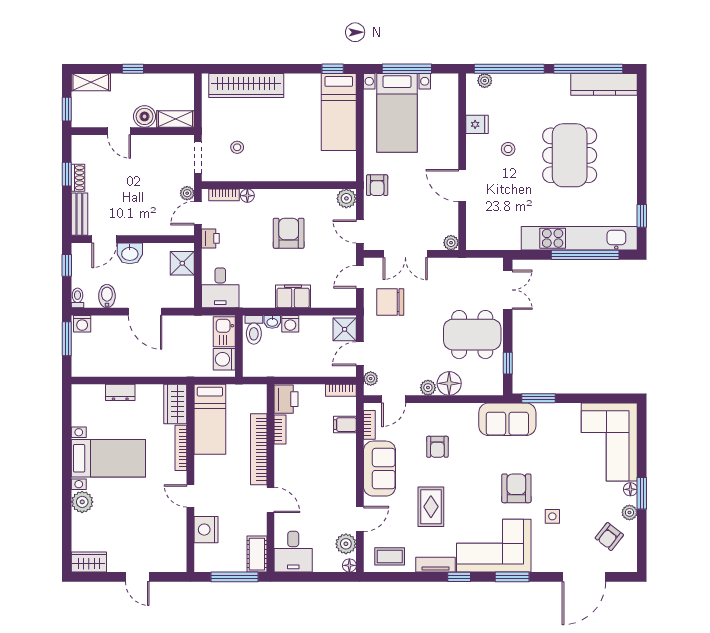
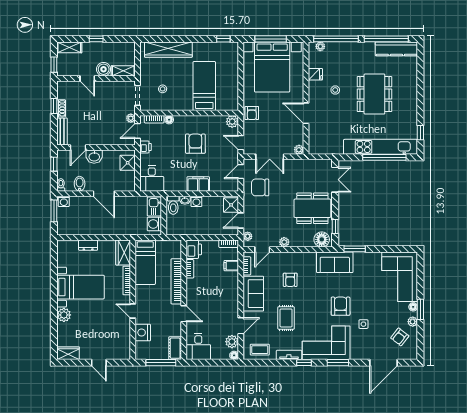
bed: (339, 112) -> (204, 86), moved, turned 180
bed with nightstands: (397, 113) -> (272, 67), width x1.36
floor lamp: (449, 383) -> (322, 239), moved

